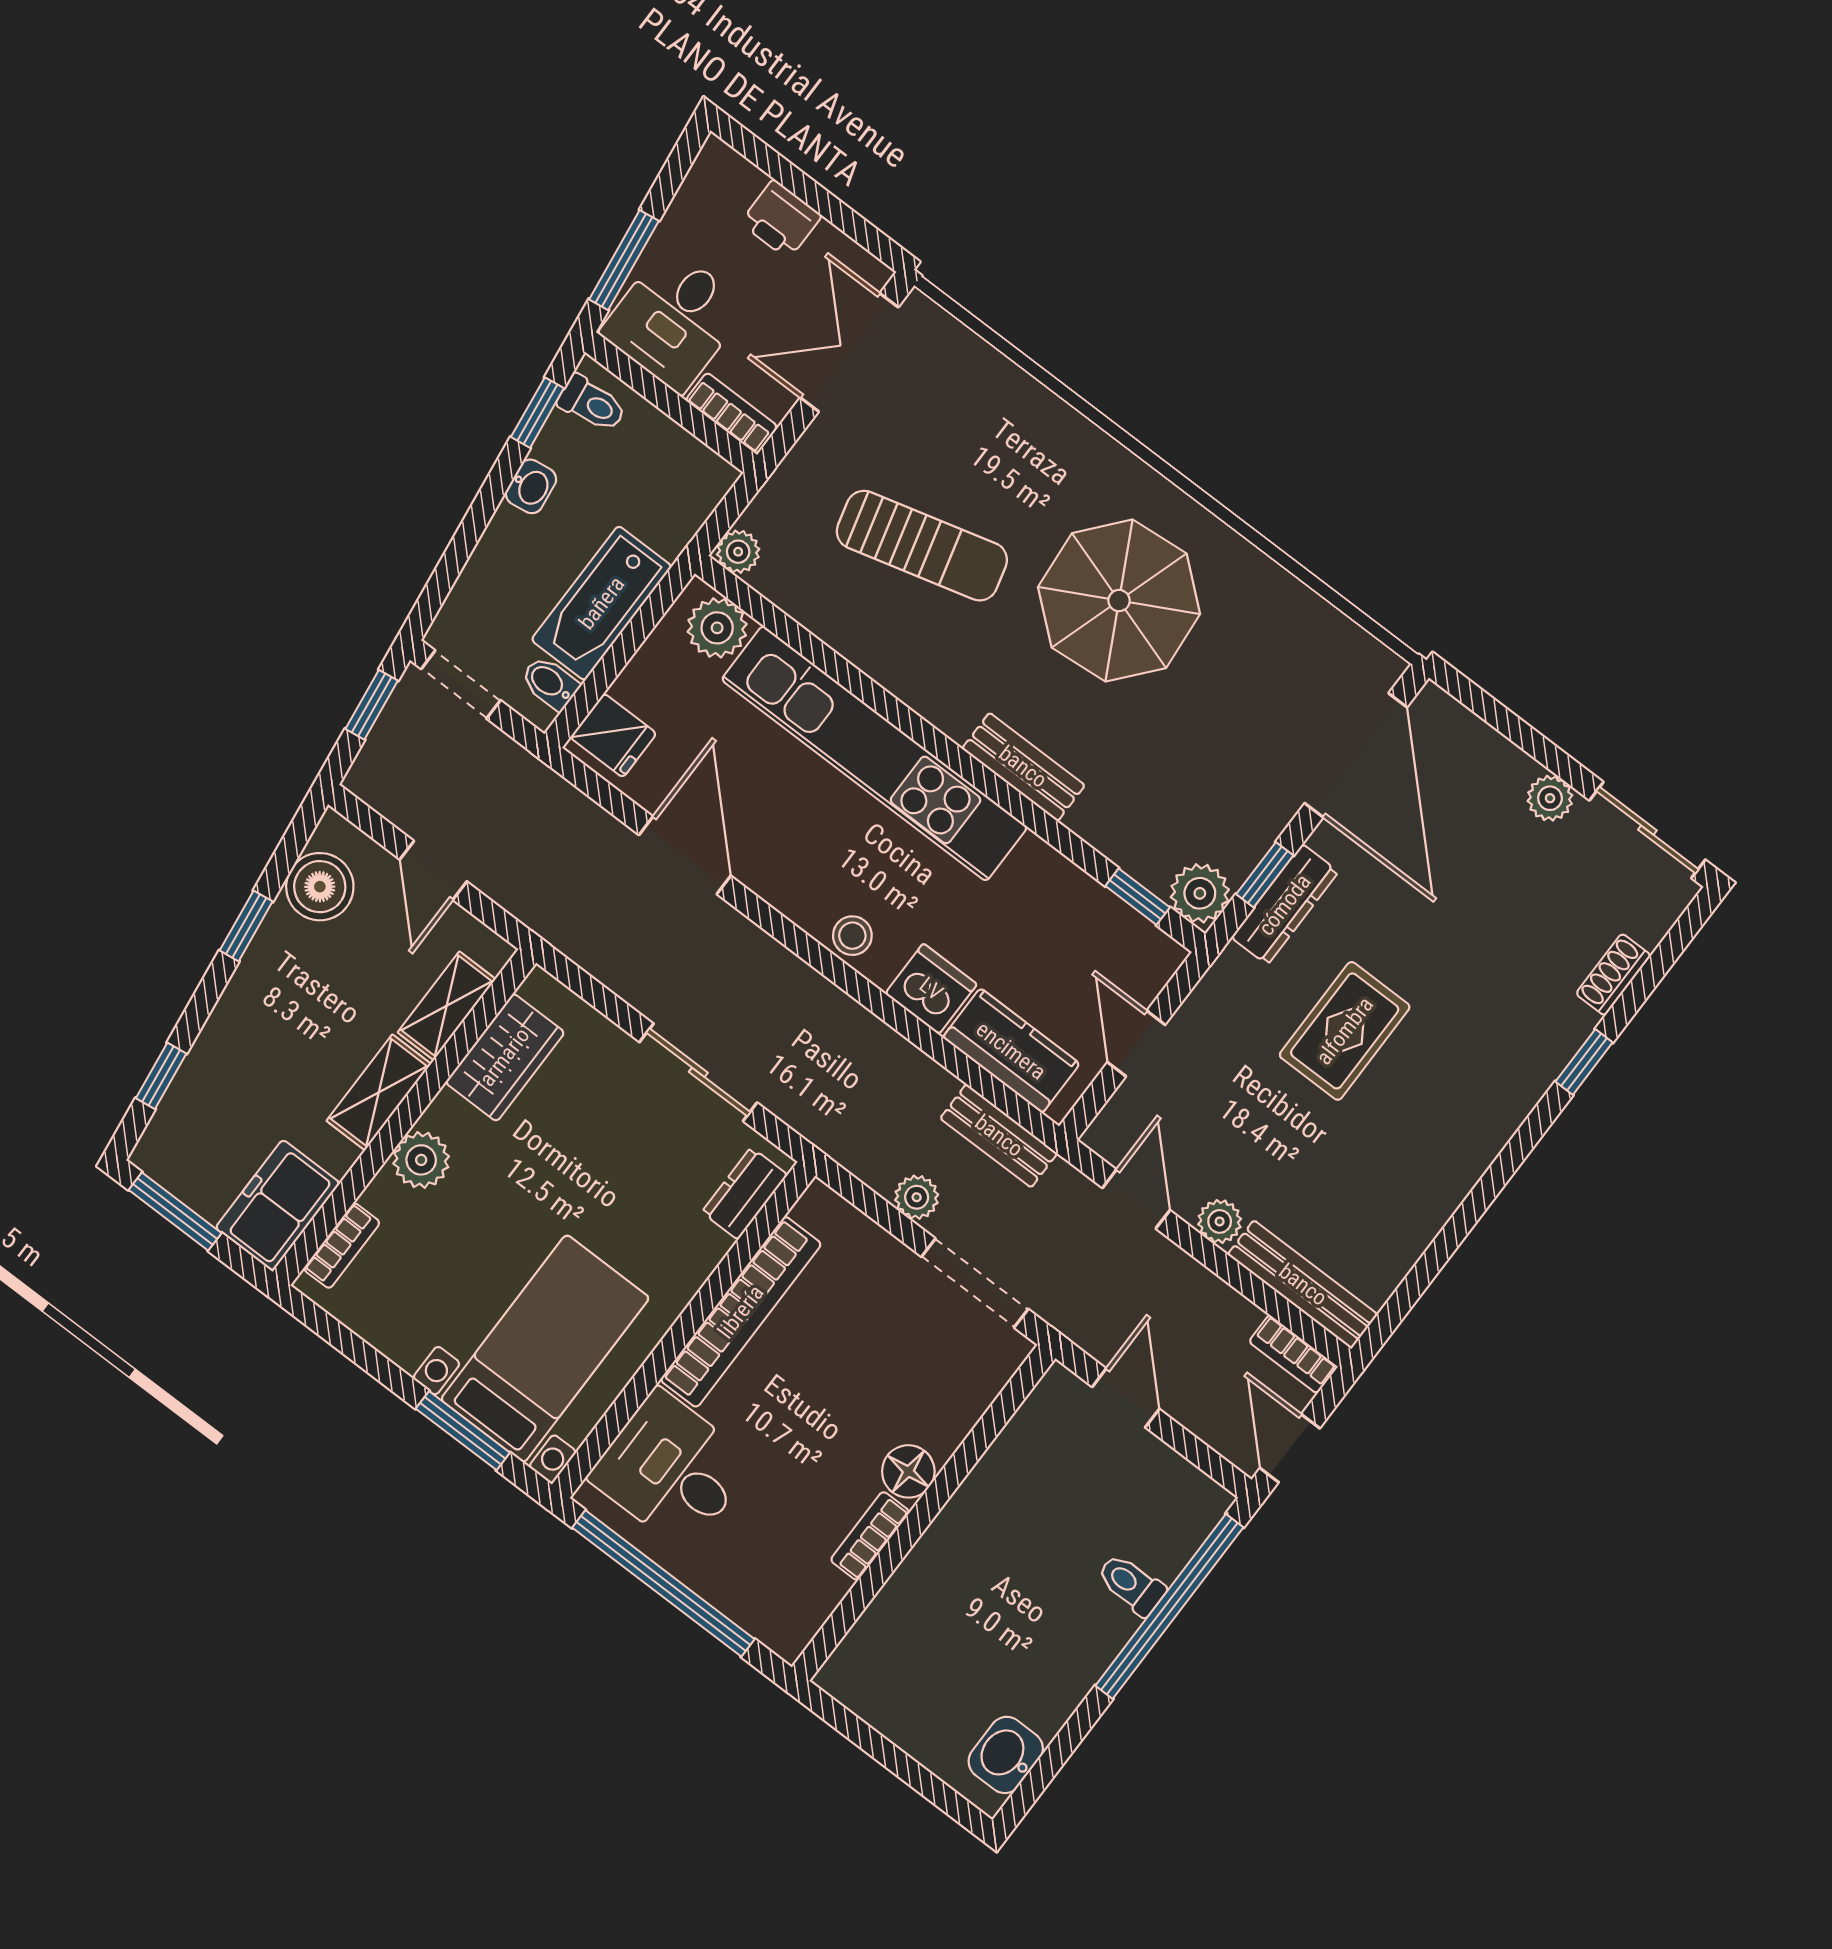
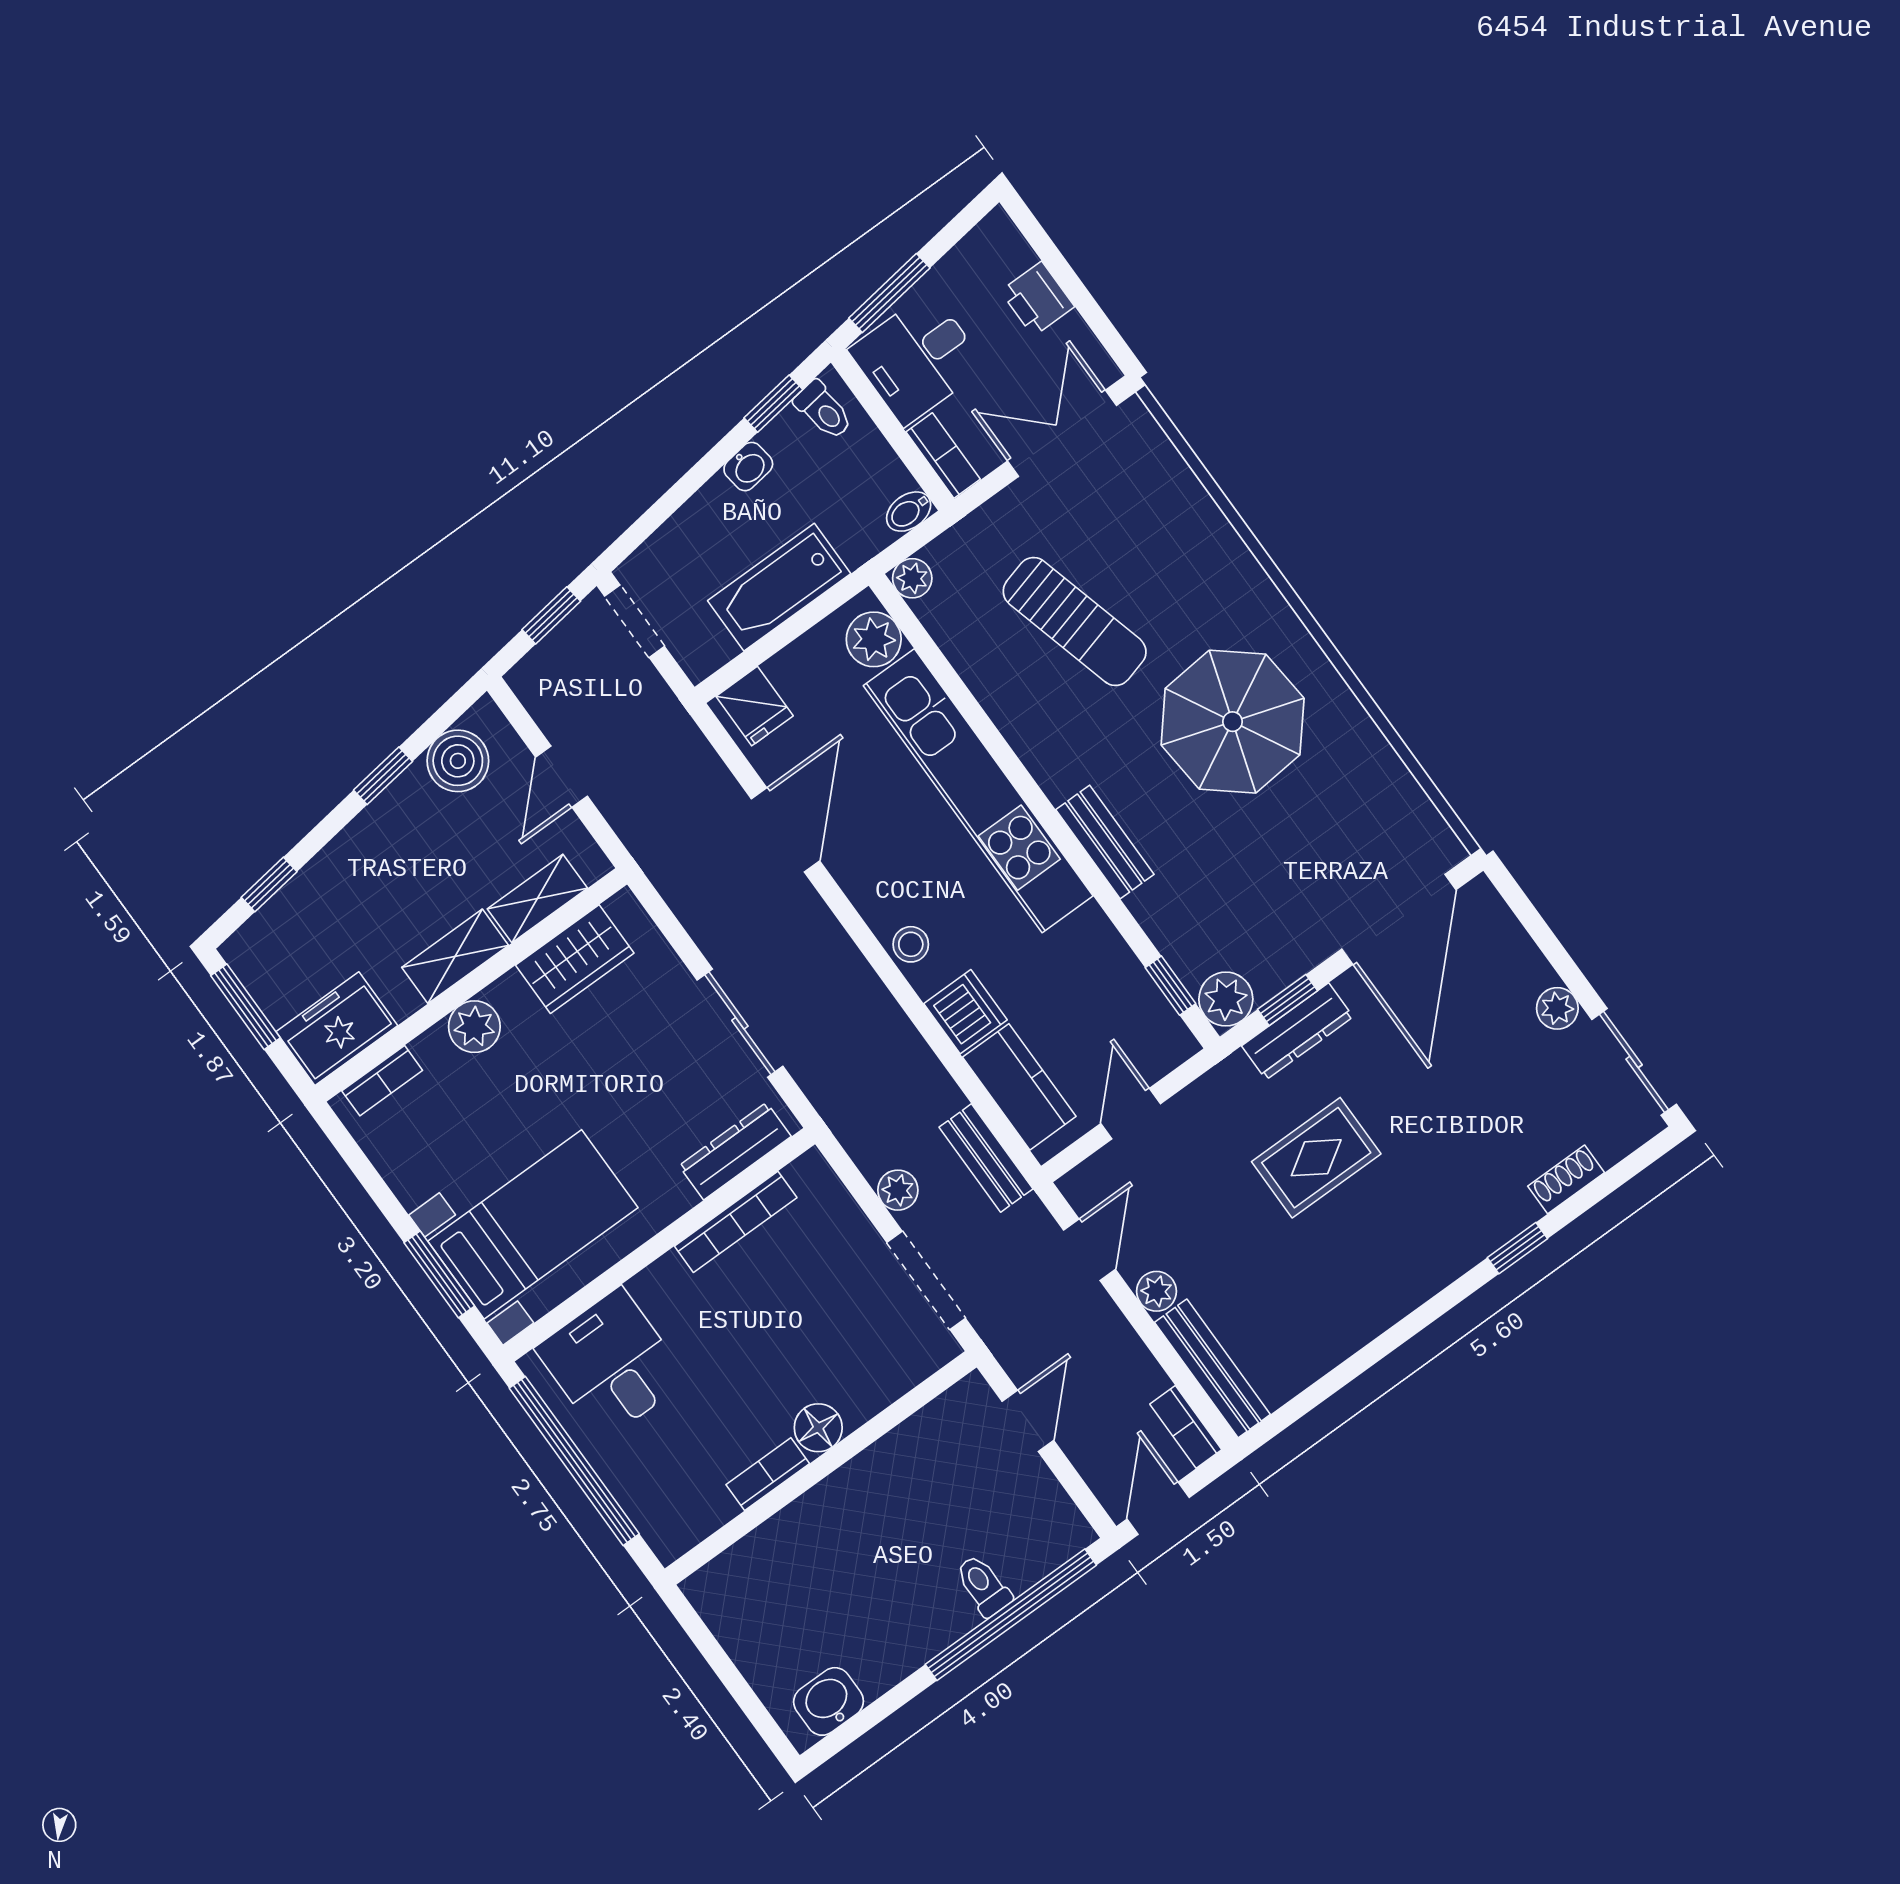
bidet: (550, 683) -> (909, 512), moved, turned -90
dresser: (745, 1193) -> (735, 1151), width x1.44
bookcase: (741, 1312) -> (736, 1222), width x0.68, depth x0.76

